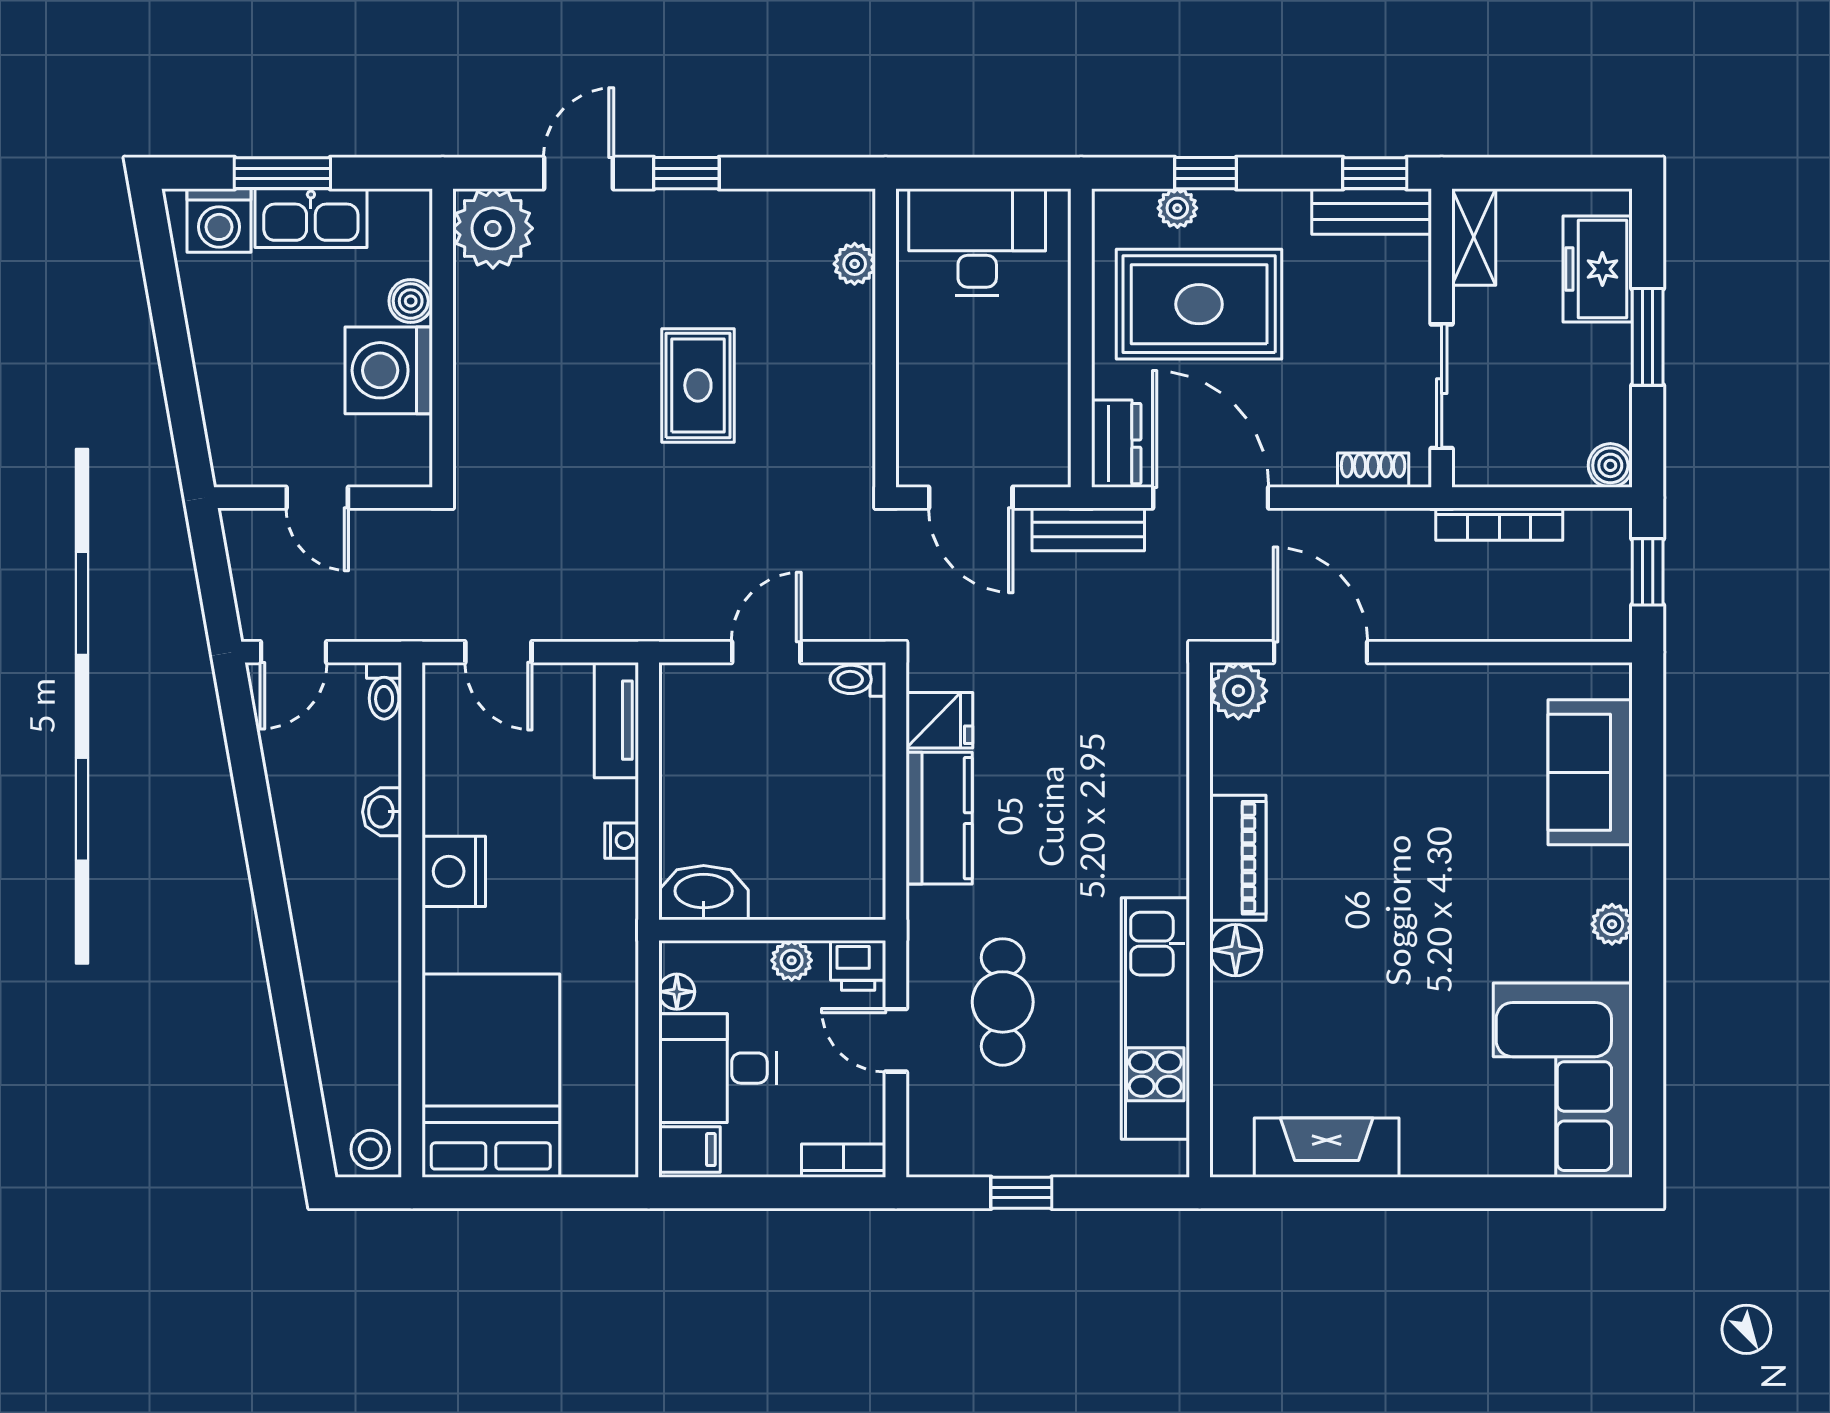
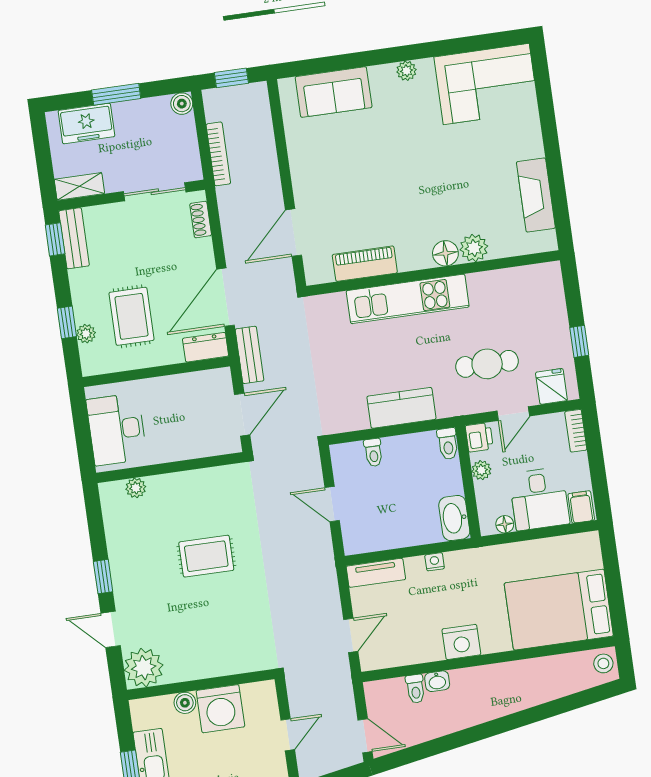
rug: (1199, 304) -> (131, 316), width x0.73, depth x0.70
toilet: (858, 679) -> (373, 452), moved
toilet: (384, 691) -> (415, 689), moved, turned 90
plant: (1238, 691) -> (474, 248), moved
fridge: (939, 720) -> (551, 386), moved
piano: (1238, 858) -> (365, 264), moved
toilet: (854, 901) -> (448, 444), added
kitchen unit: (1155, 1019) -> (408, 299), moved

